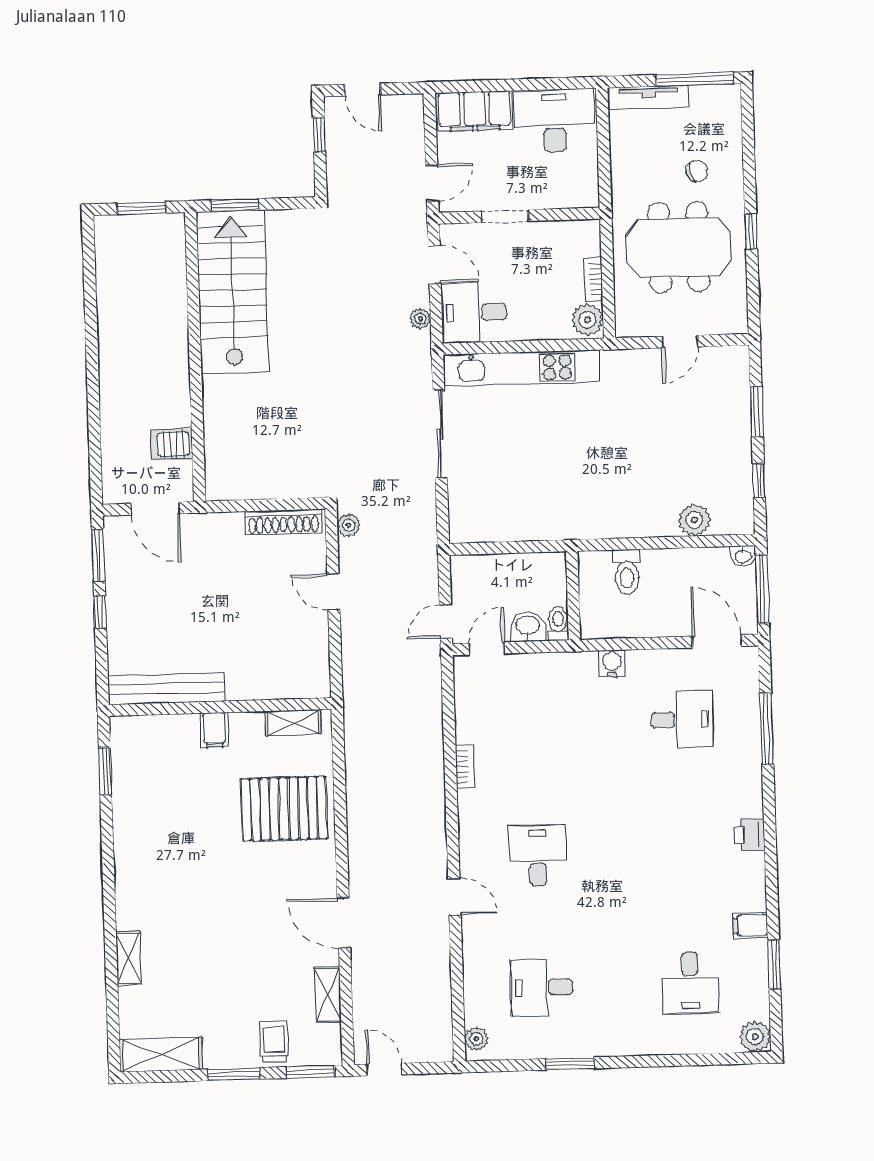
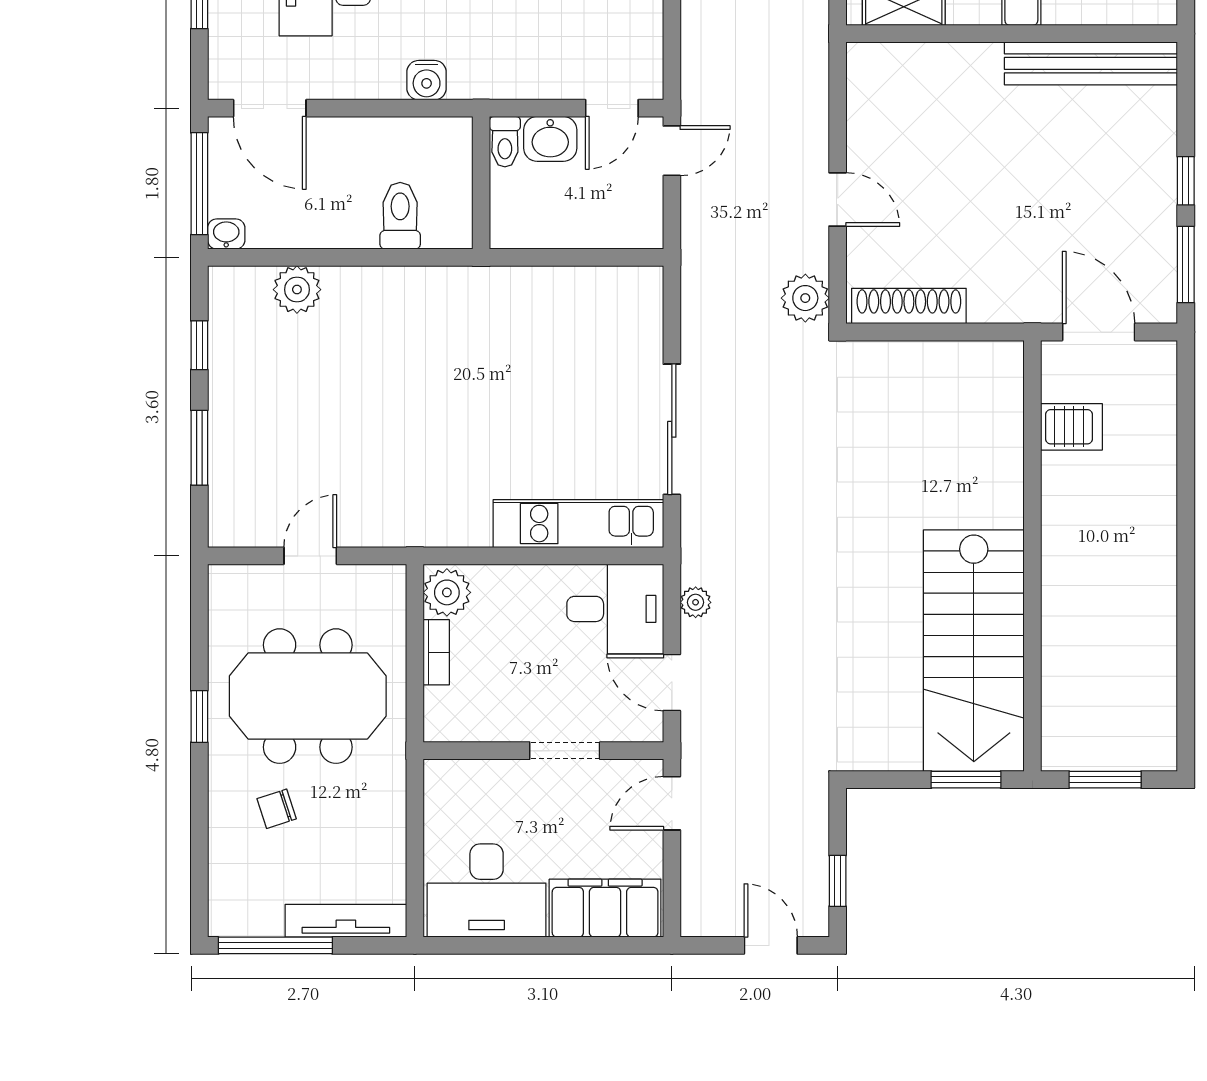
kitchen unit: (521, 368) -> (578, 524), width x0.73
plant: (349, 525) -> (805, 298), width x1.38, depth x1.38

